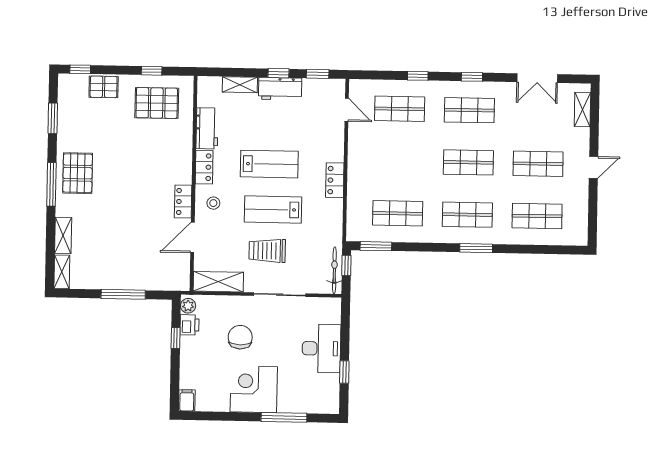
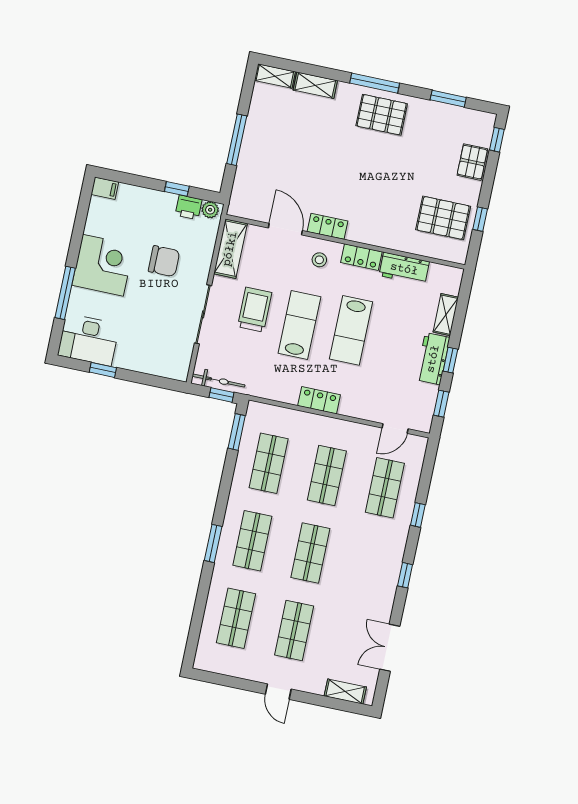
pallet: (157, 103) -> (443, 218), turned 90
shop shelf: (469, 110) -> (327, 475), moved
desk: (321, 348) -> (88, 340), moved

